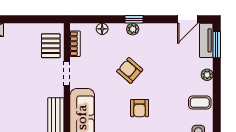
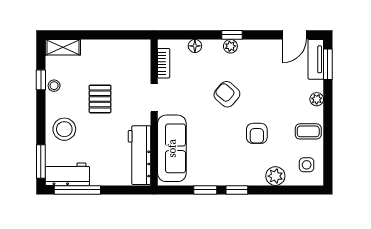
pallet: (51, 46) -> (100, 99), moved
armchair: (140, 108) -> (257, 133), moved

